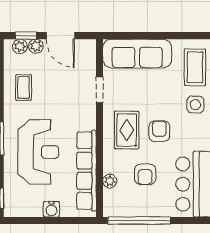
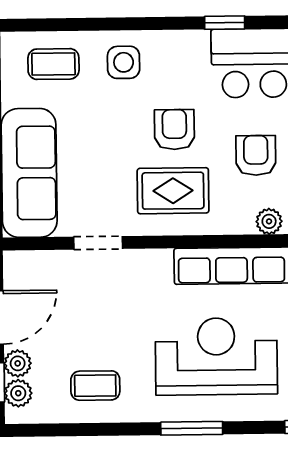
coffee table: (195, 67) -> (53, 64), width x0.73, depth x0.77
armchair: (159, 131) -> (174, 130), turned 90
armchair: (145, 174) -> (256, 155), turned -90

